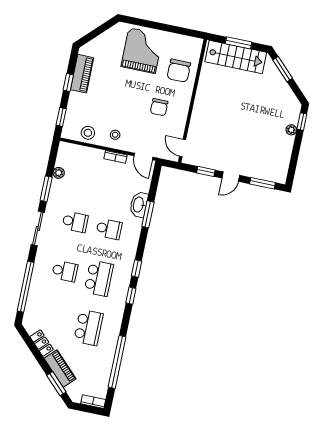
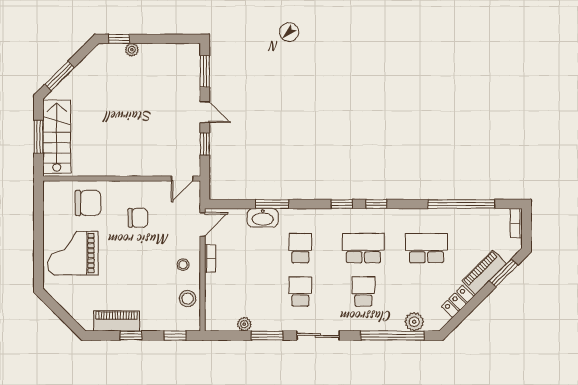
plant: (33, 306) -> (414, 322), added

